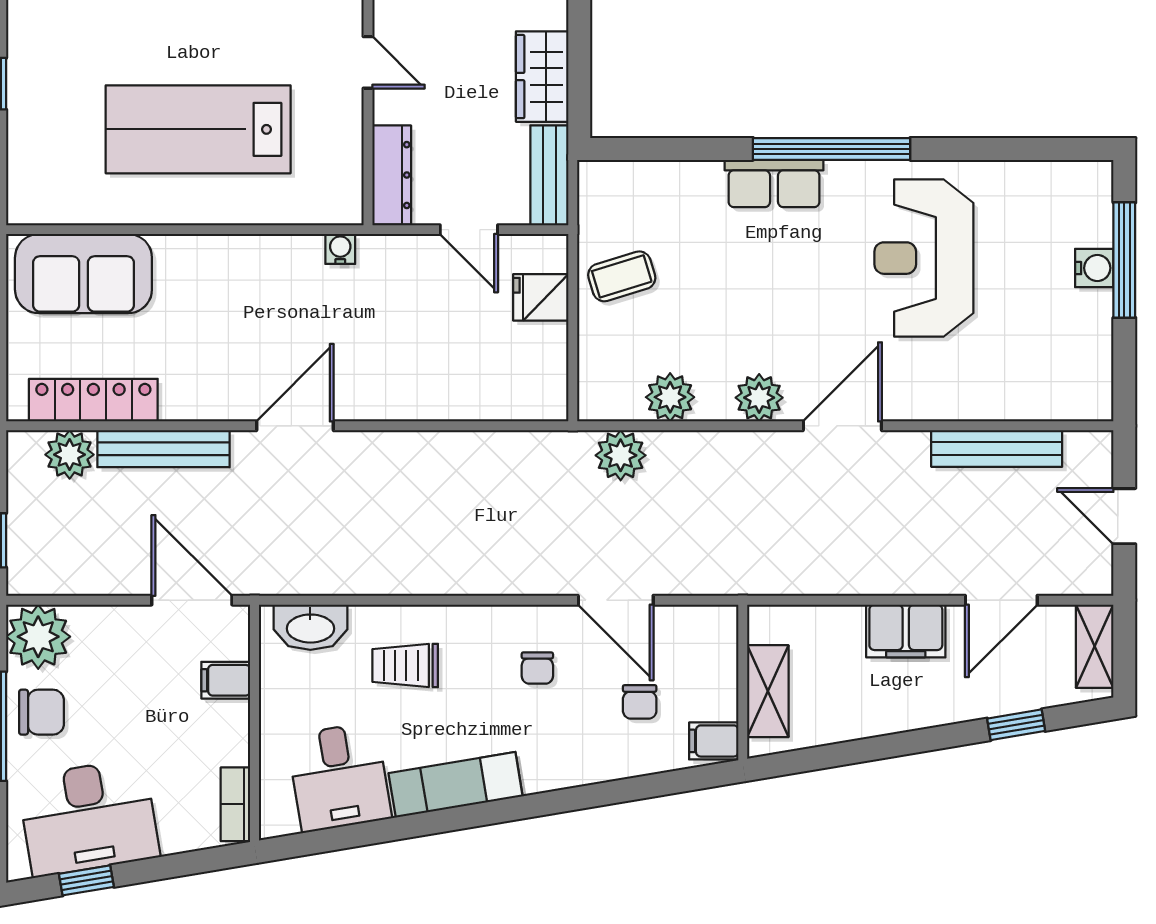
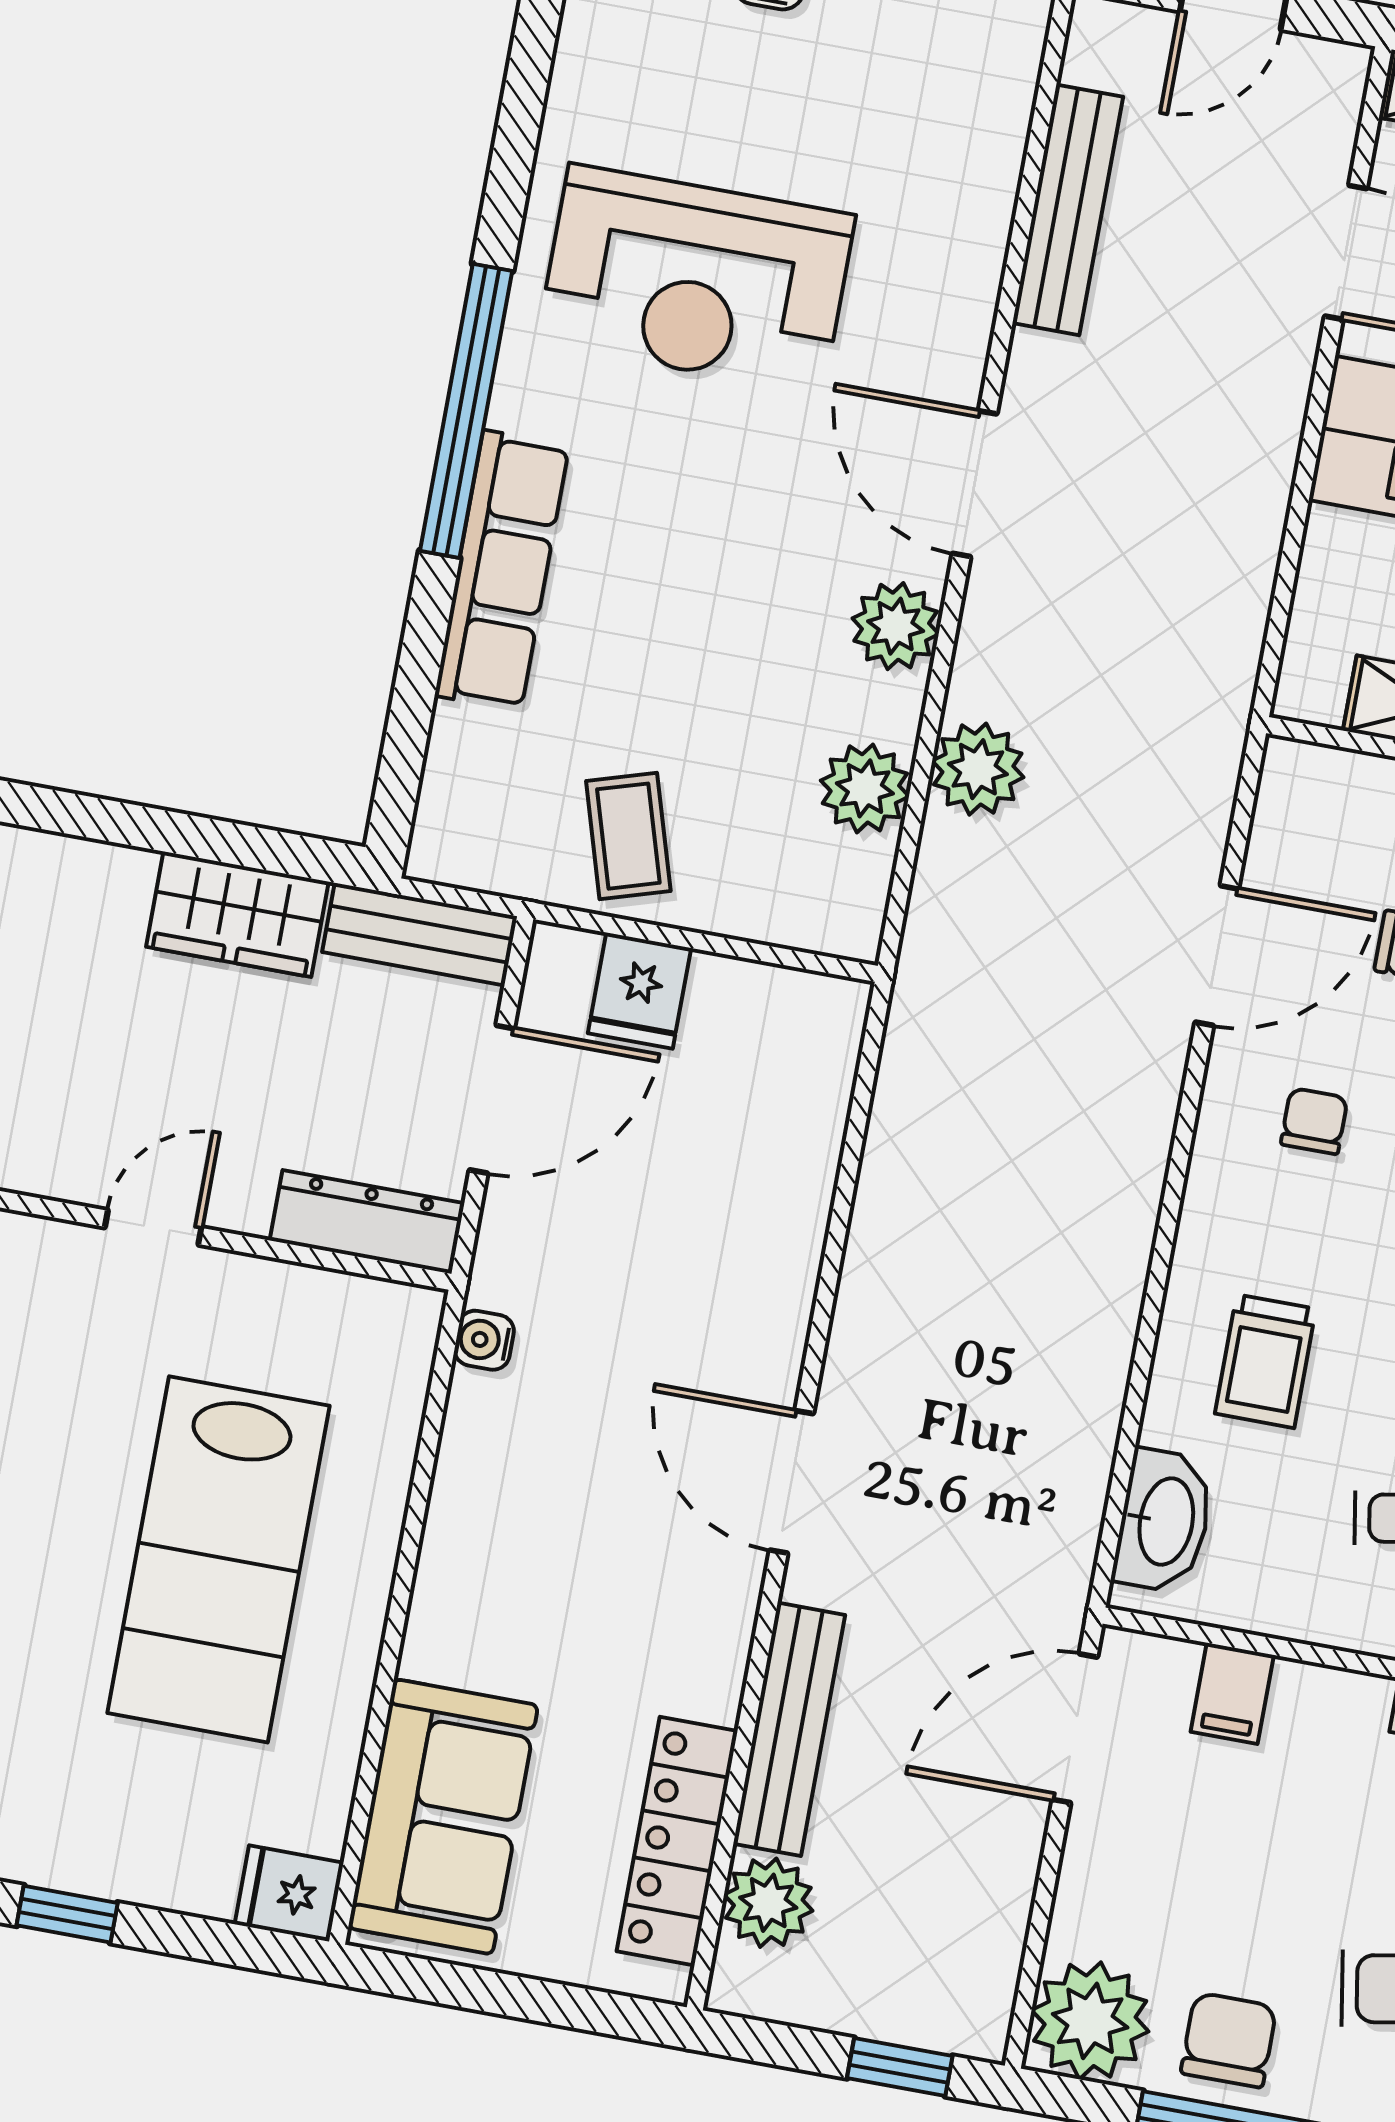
row of seats: (774, 184) -> (502, 570), width x1.48
fridge: (28, 199) -> (289, 1893), added
door: (469, 230) -> (492, 1099), width x1.38
plant: (621, 455) -> (978, 769), moved
chair: (537, 668) -> (1314, 1121), turned -90

